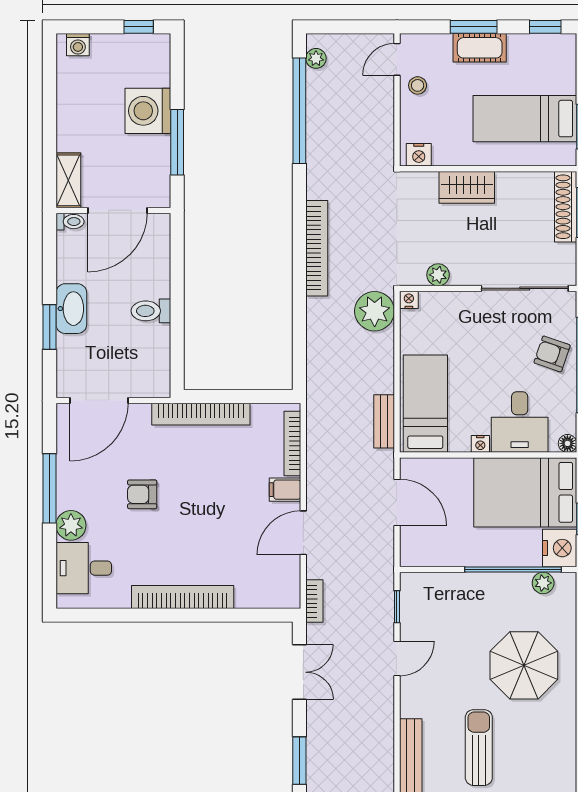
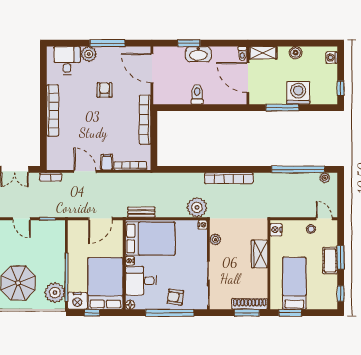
boiler: (68, 116) -> (296, 53), added
armchair: (552, 354) -> (175, 297), turned -101
bed: (425, 404) -> (150, 239), width x1.50
plant: (543, 583) -> (55, 293), width x1.87, depth x1.87

